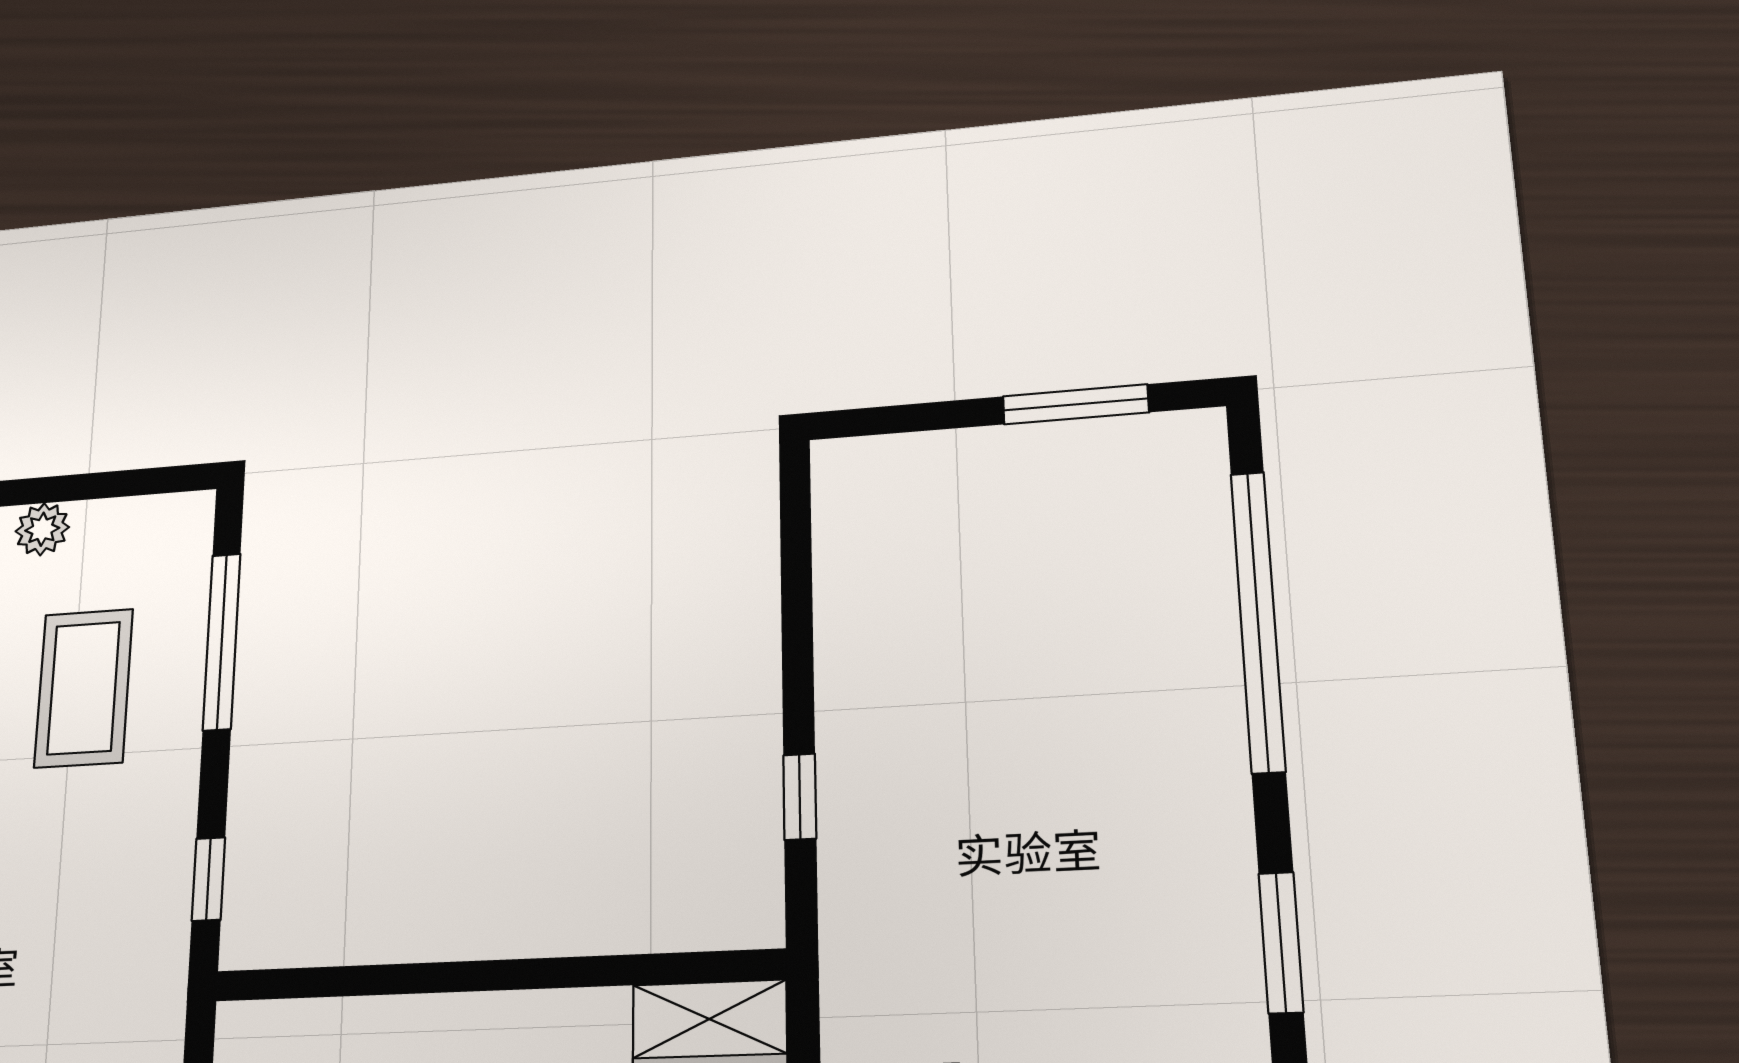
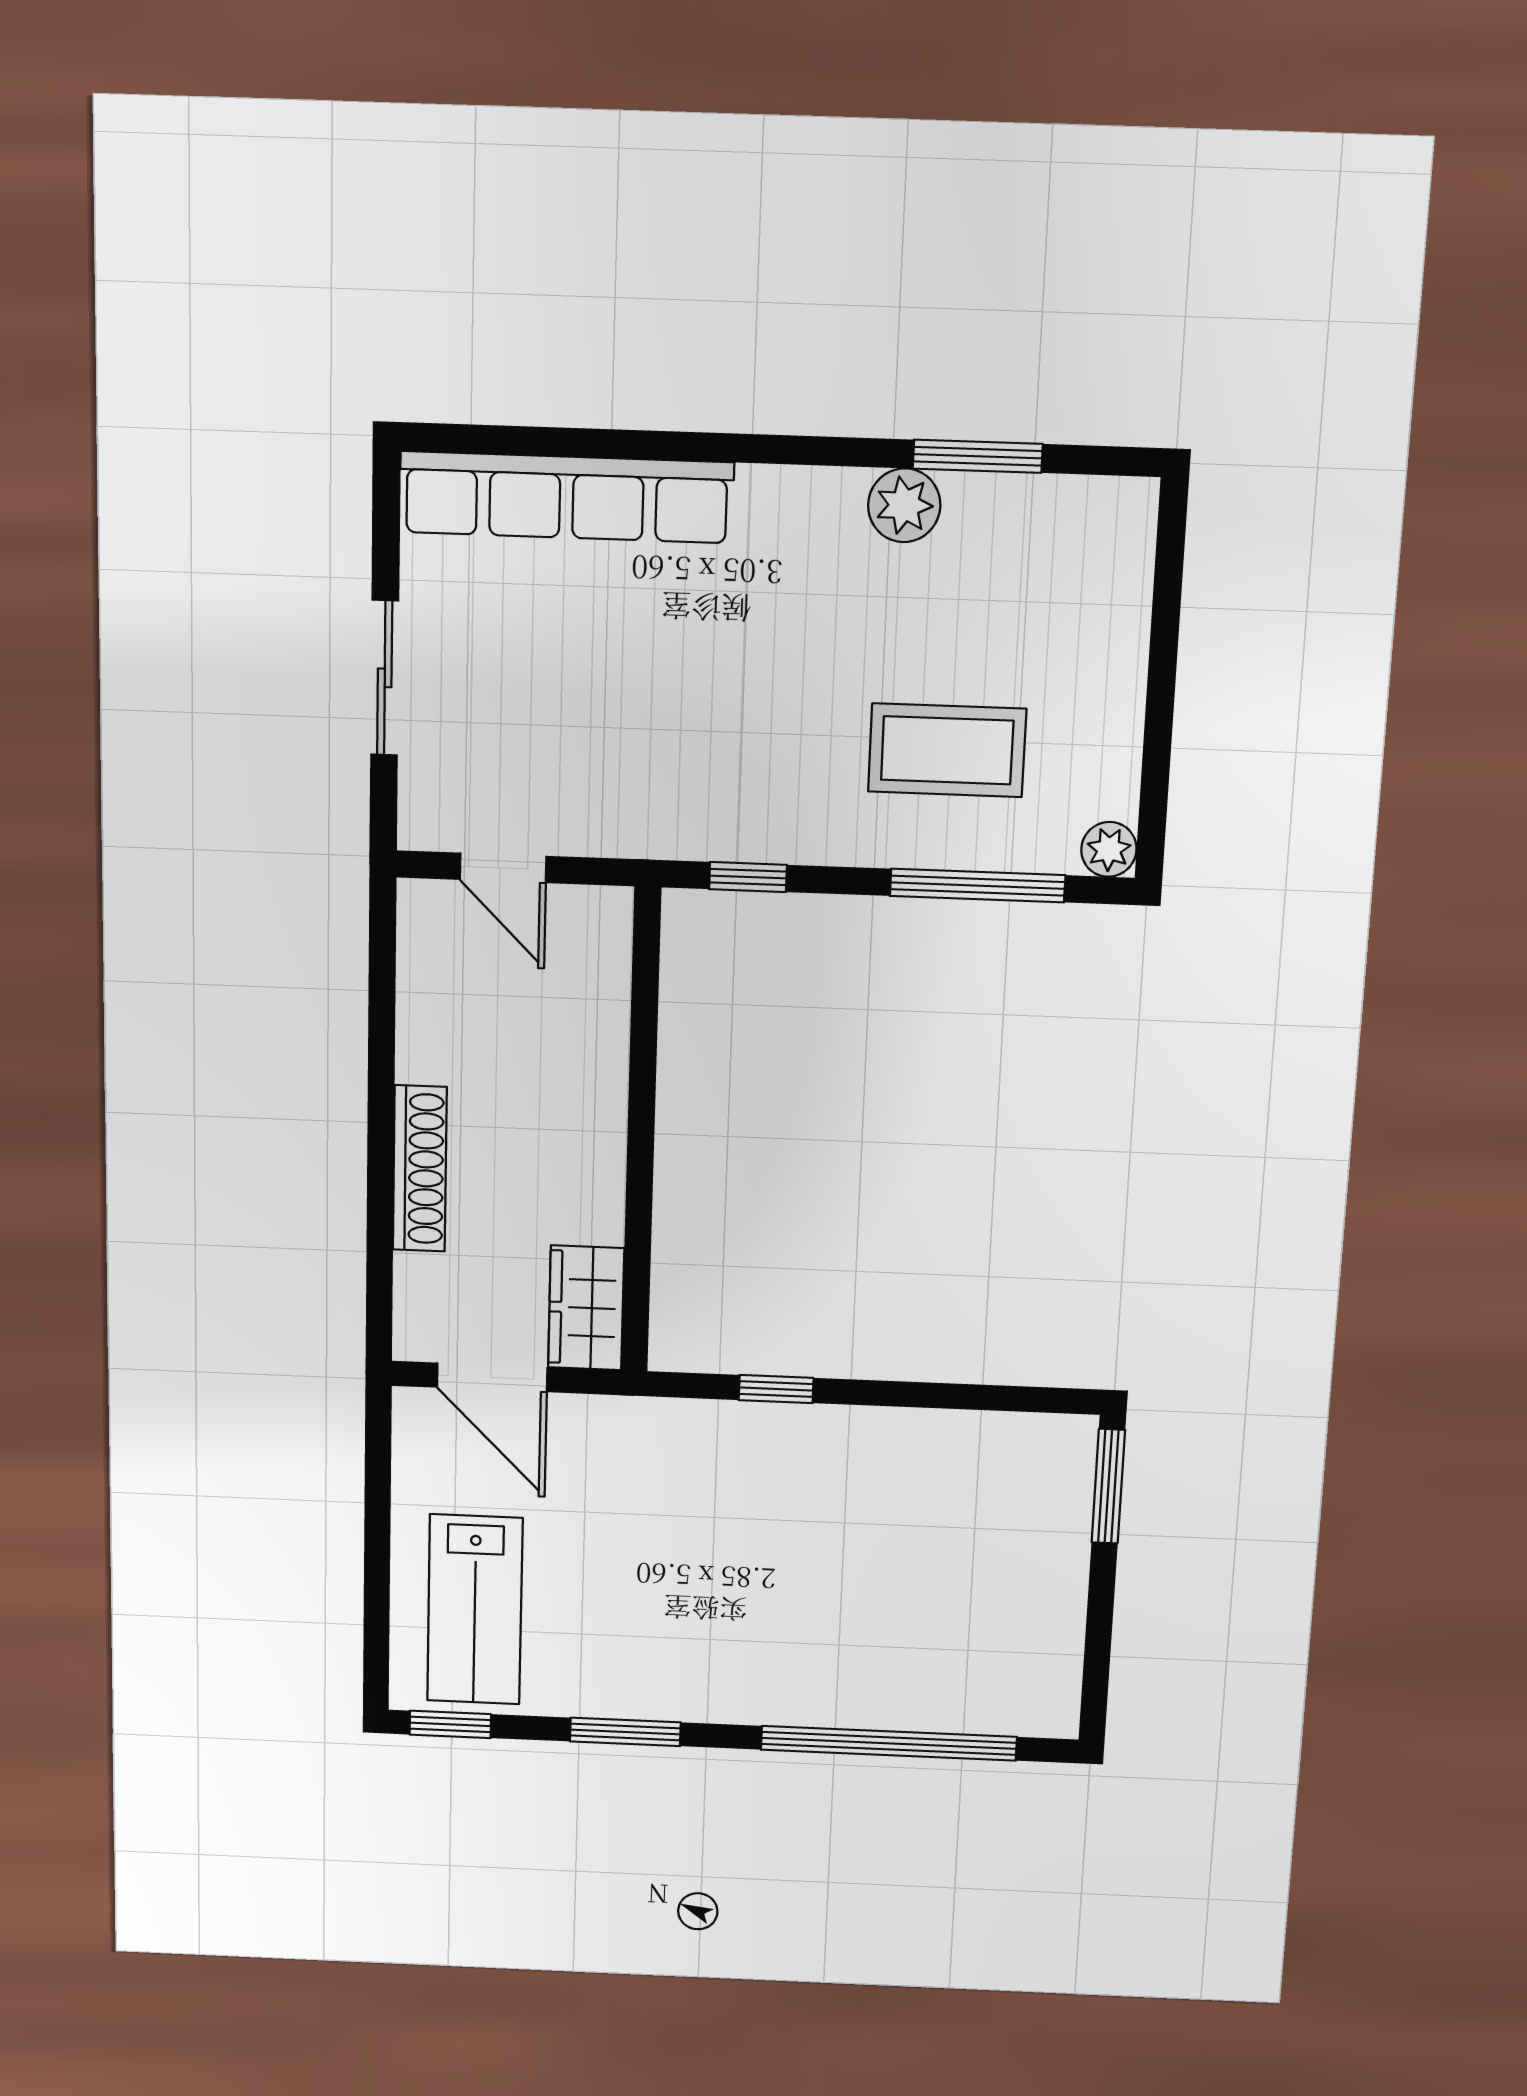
window: (1076, 404) -> (1108, 1486), moved
plant: (42, 529) -> (1109, 849), moved

